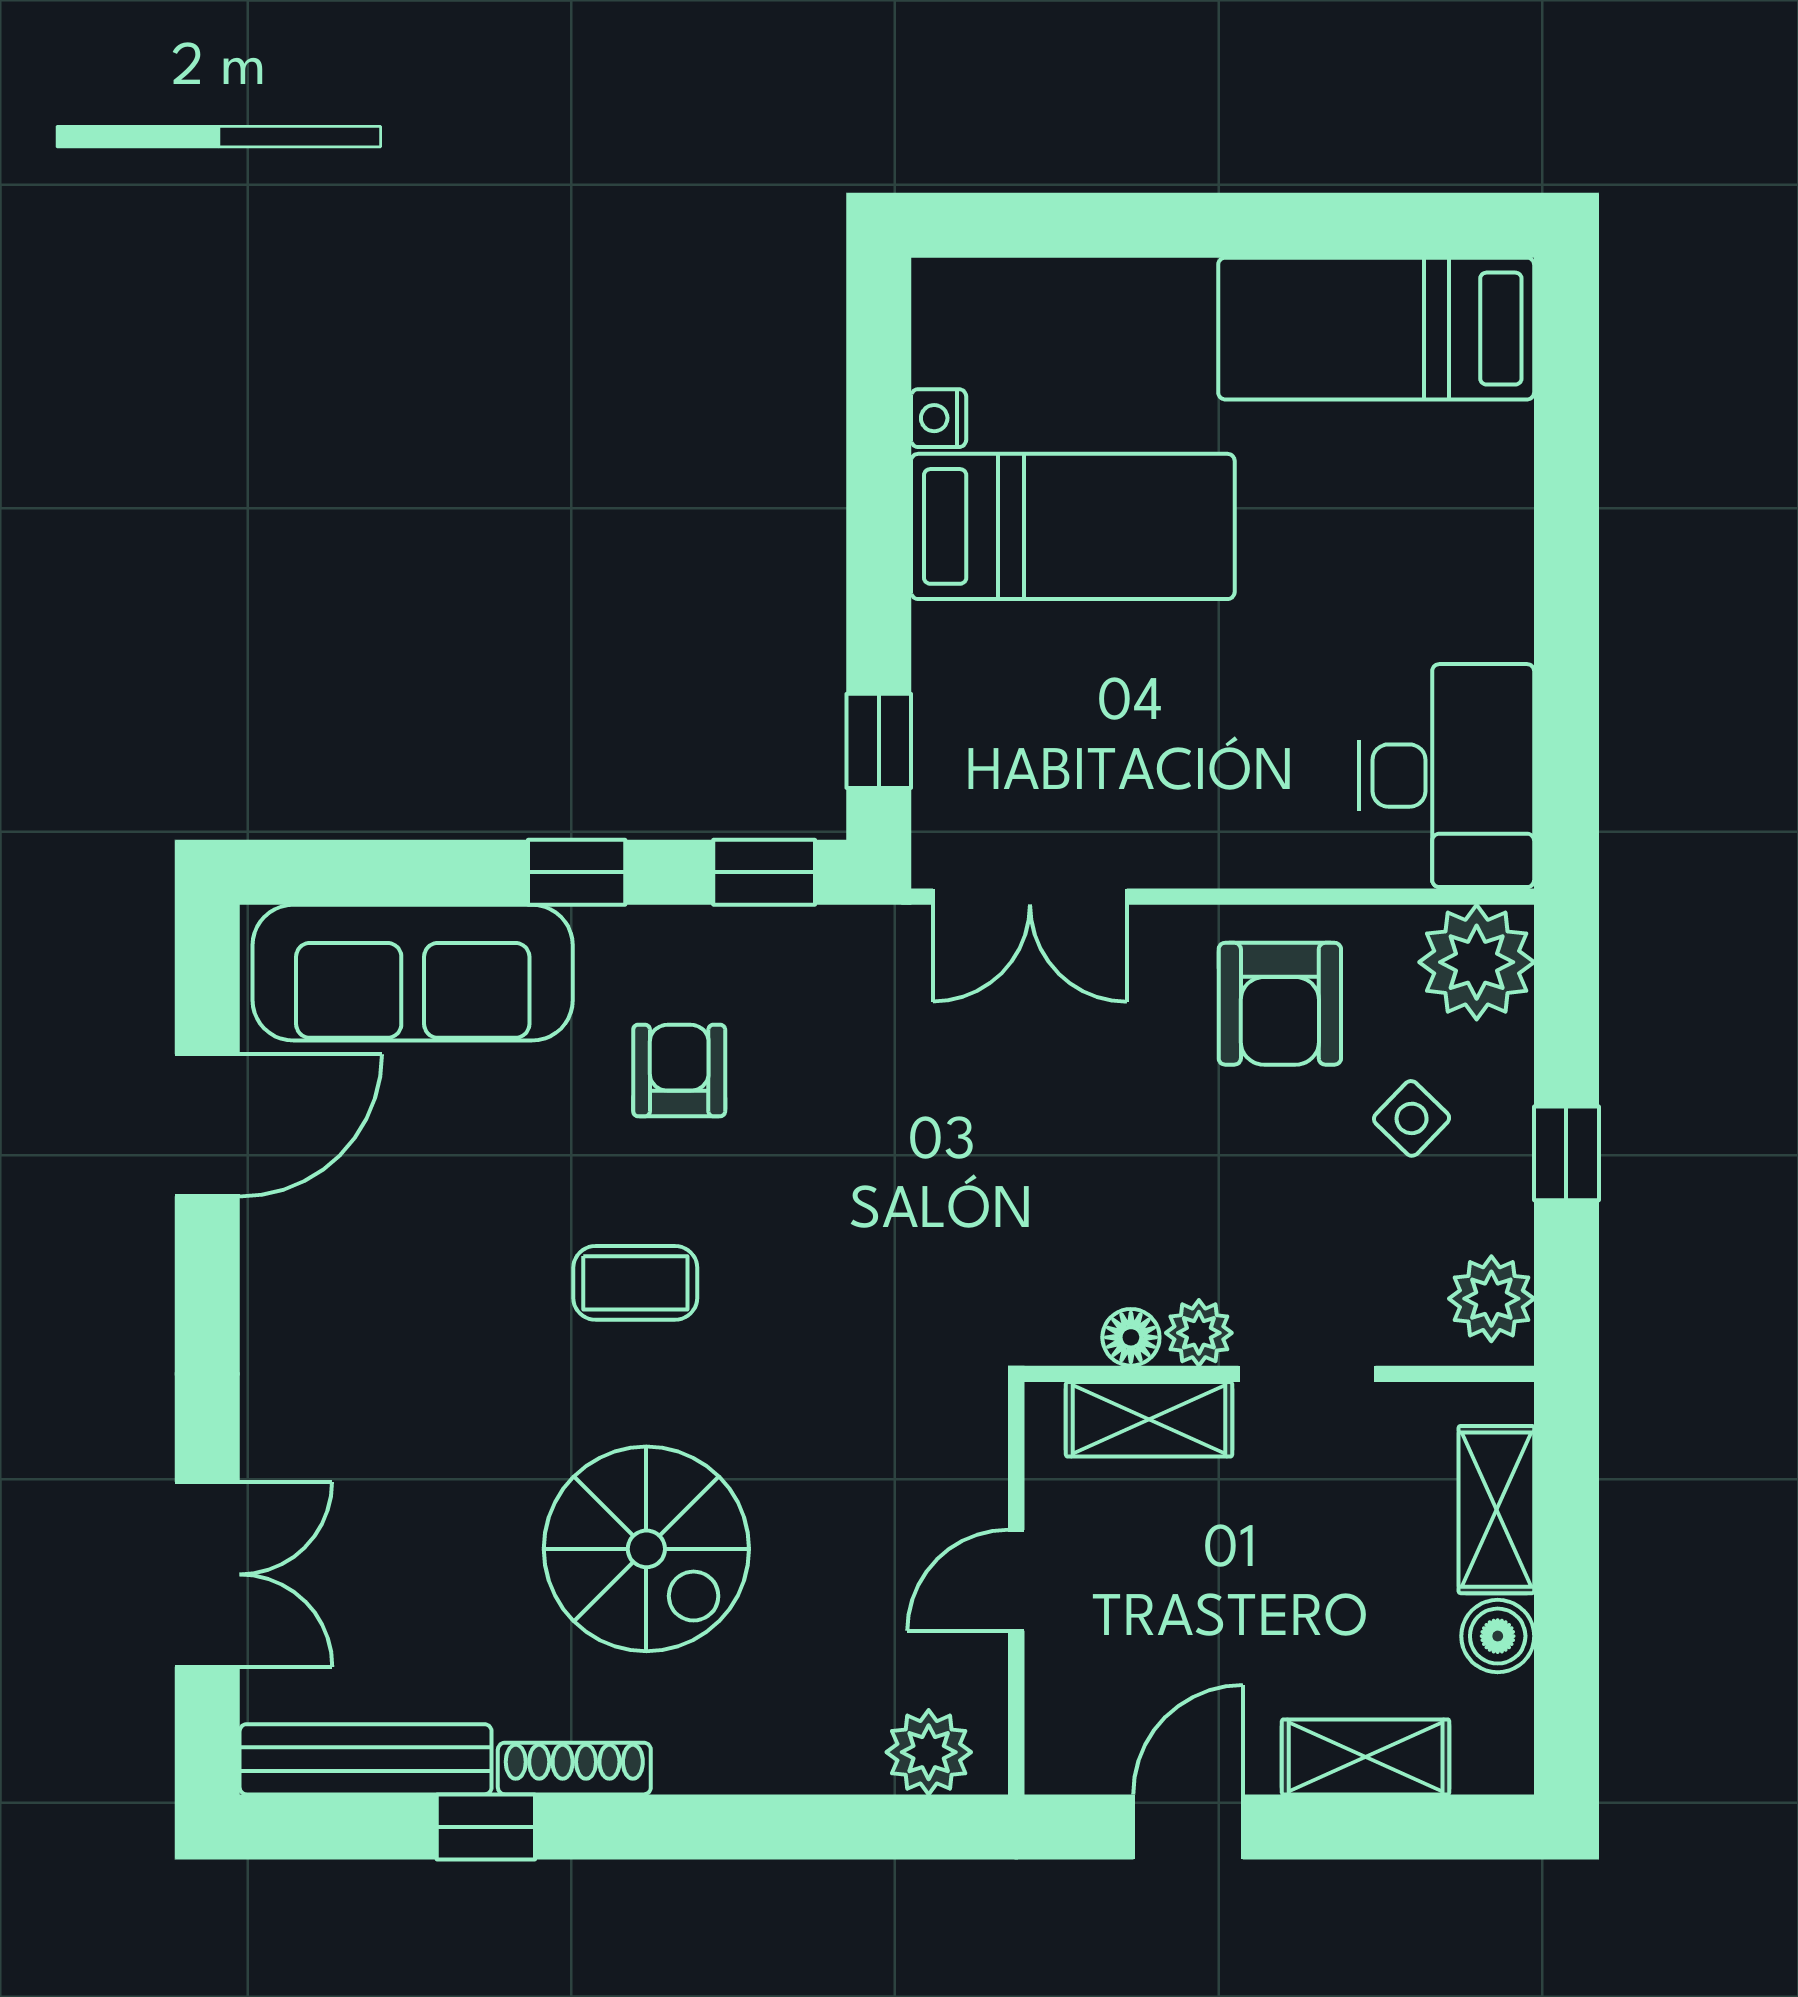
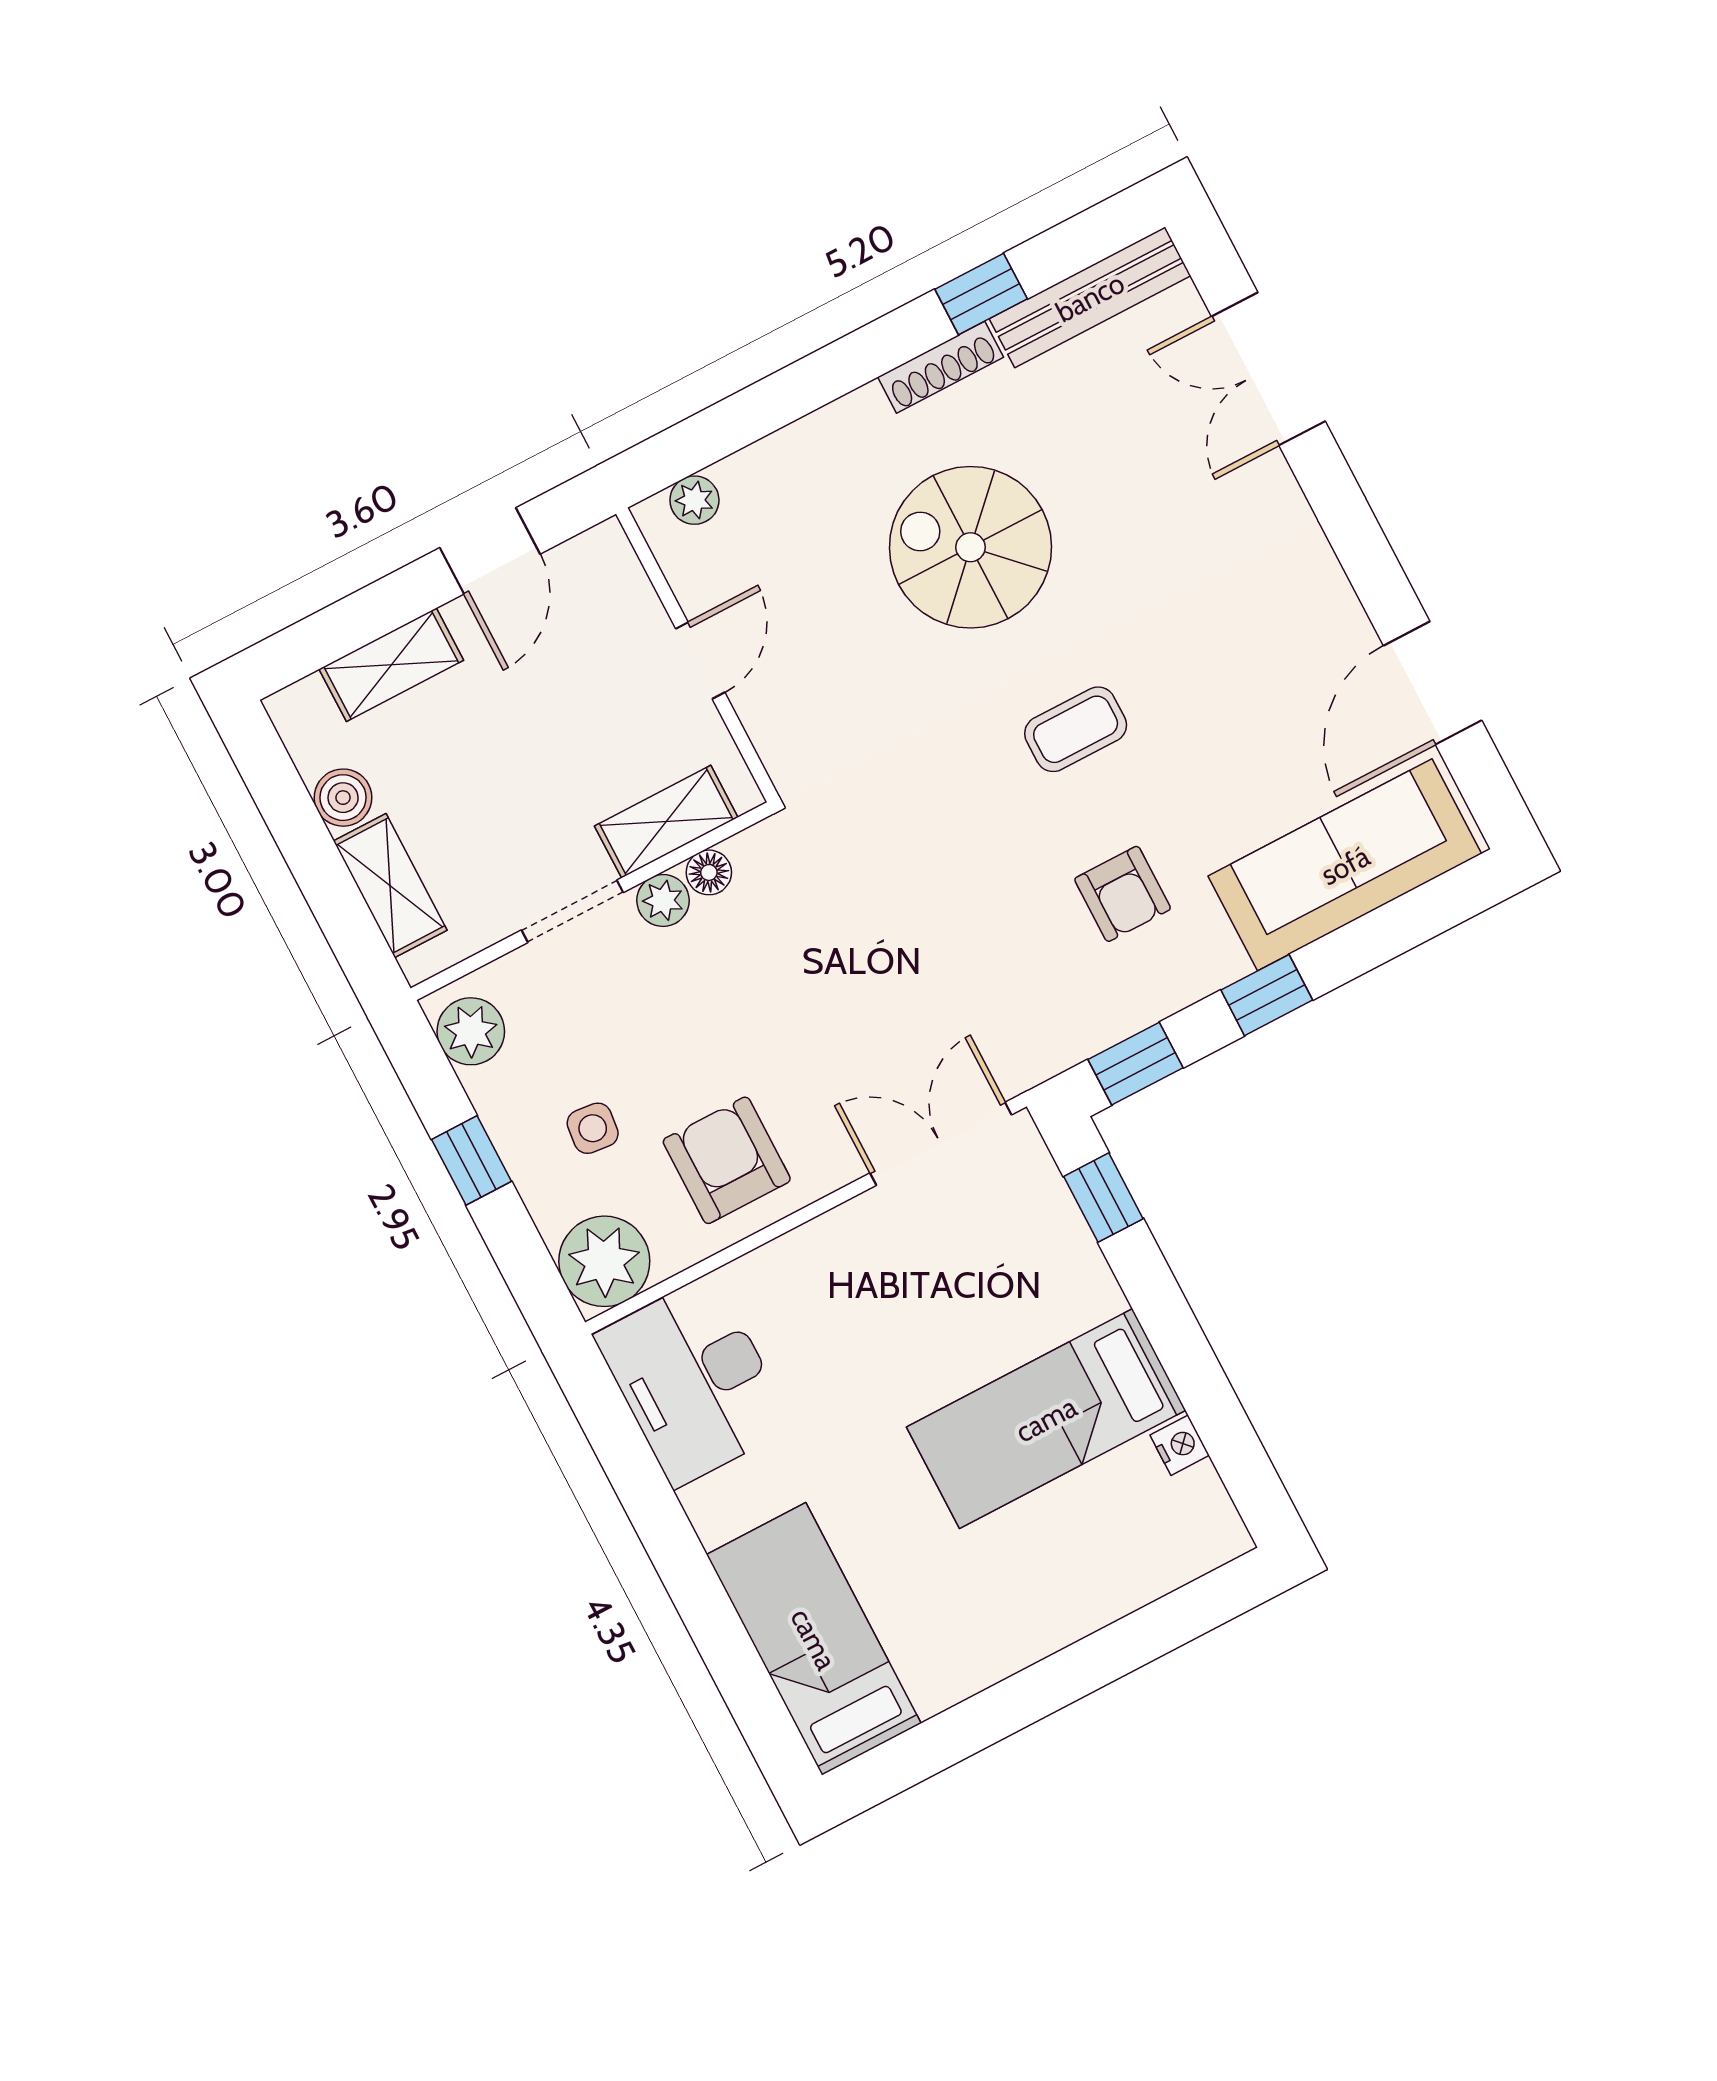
bed: (1376, 329) -> (814, 1639), moved, turned -90
side table: (1412, 1118) -> (593, 1128), turned -38
plant: (929, 1752) -> (694, 500), width x0.73, depth x0.73

